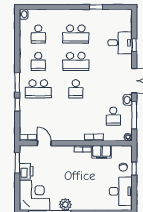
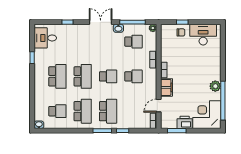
desk: (120, 43) -> (45, 38), moved, turned -90
school desk: (38, 61) -> (83, 111), width x1.85
school desk: (76, 116) -> (133, 76), added
filing cabinet: (102, 152) -> (167, 87), moved

